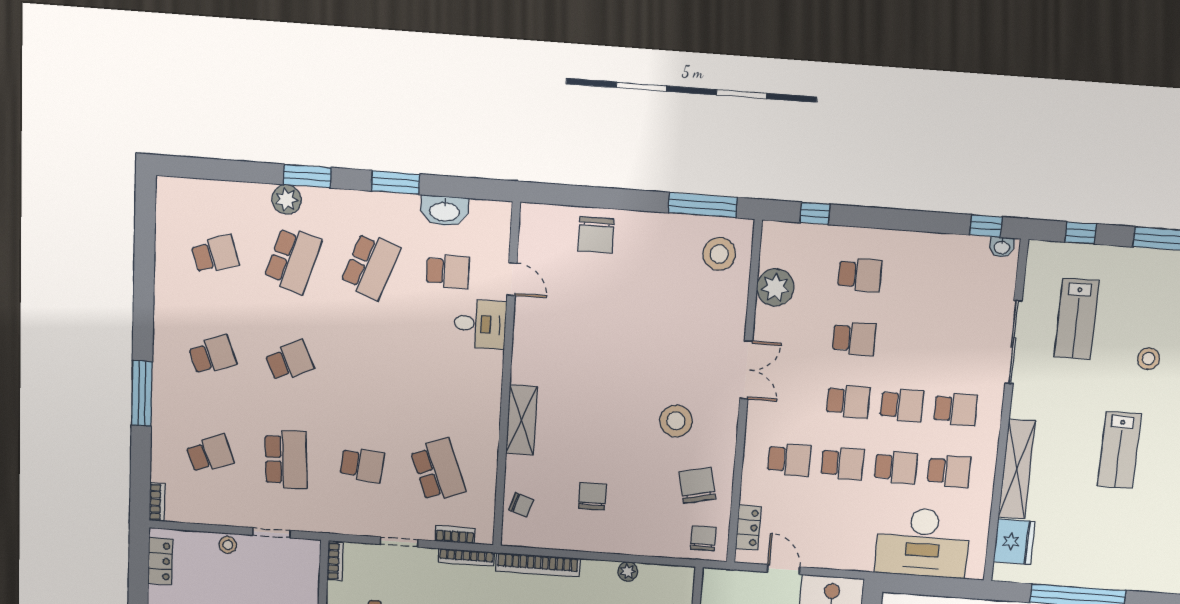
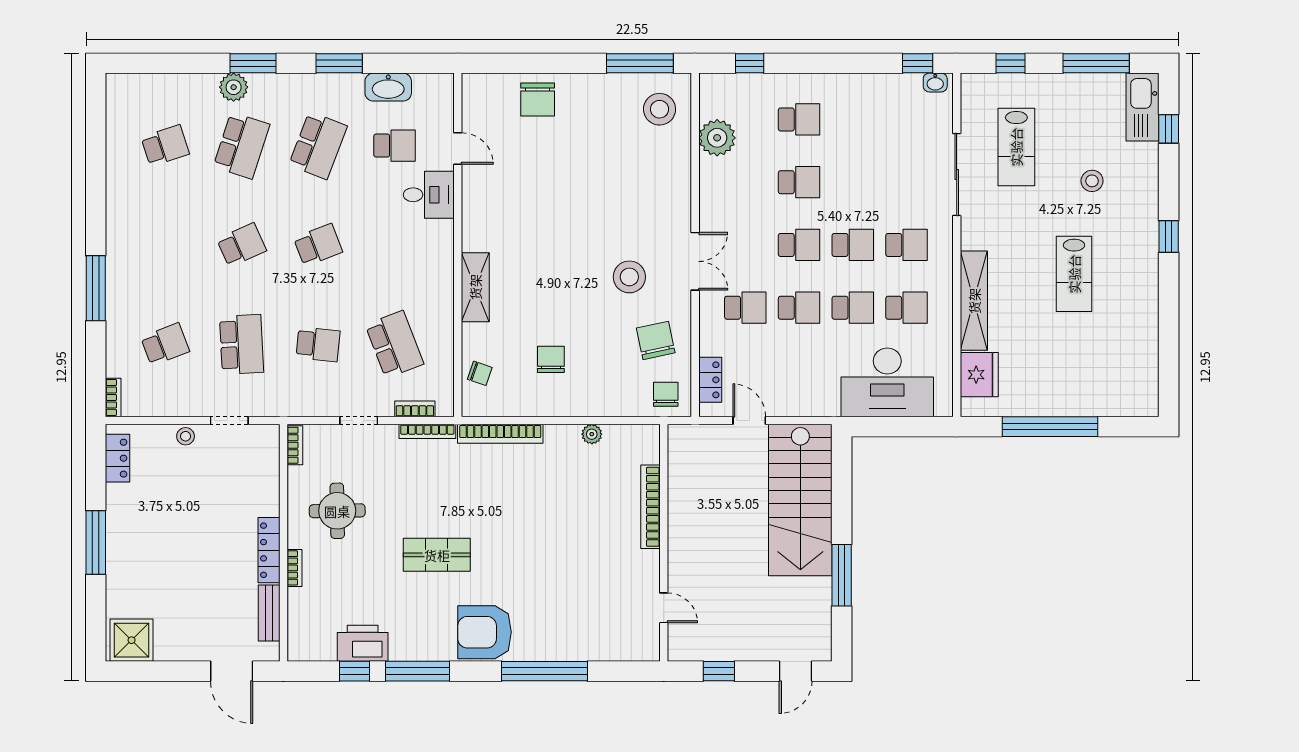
school desk: (213, 355) -> (318, 245), moved
double door: (746, 370) -> (695, 261), moved

